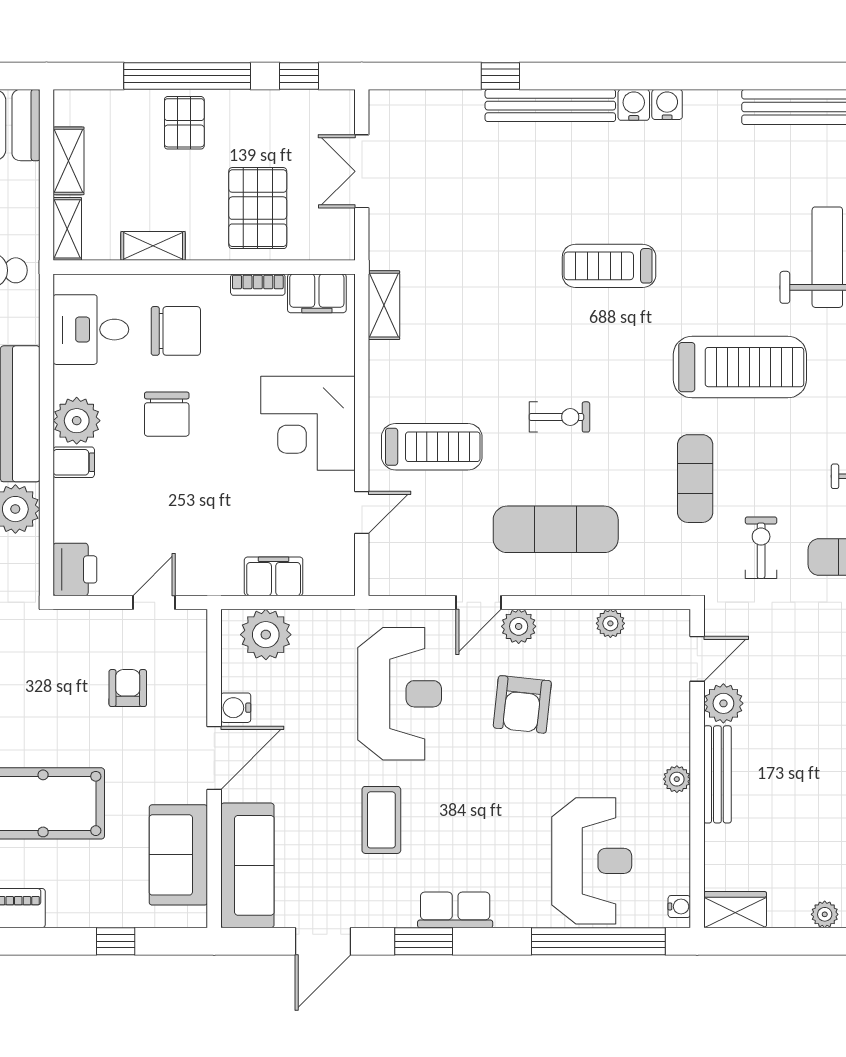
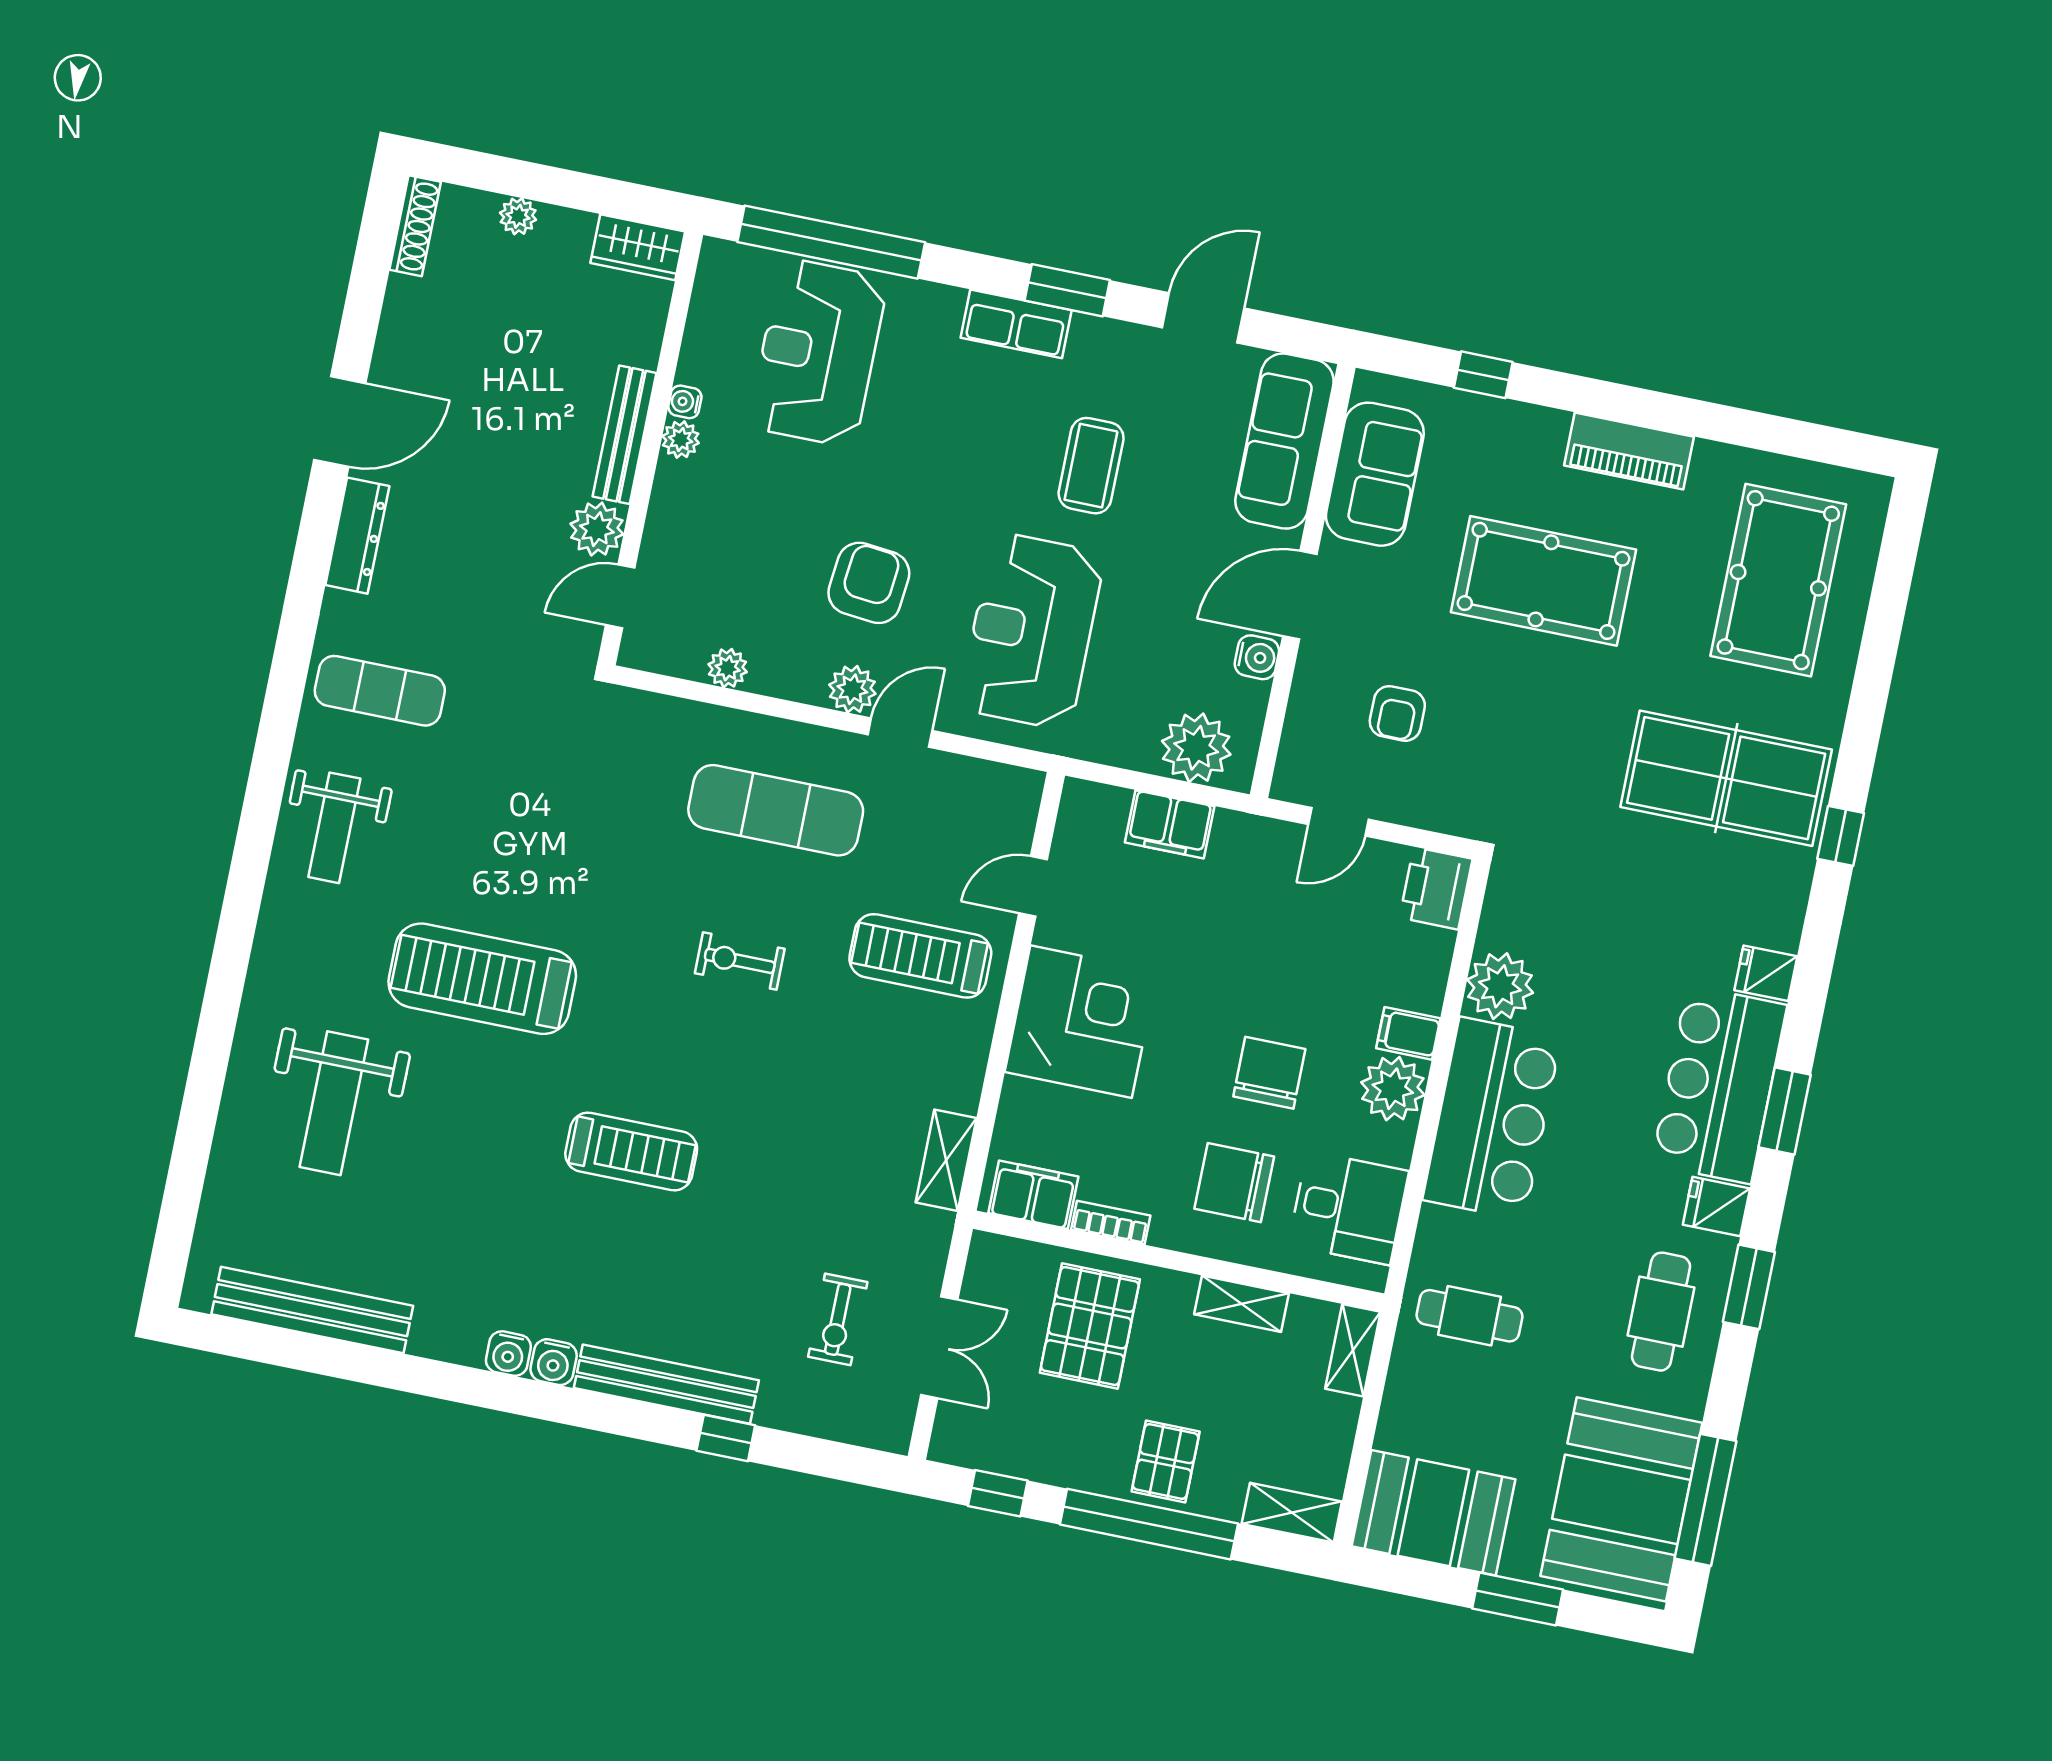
shelving: (68, 161) -> (1292, 1513), moved, turned 90
exercise mat: (695, 479) -> (573, 841), removed
exercise bike: (761, 548) -> (838, 1319), moved
water cooler: (679, 906) -> (685, 402), moved

